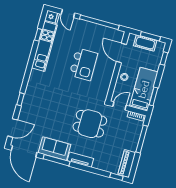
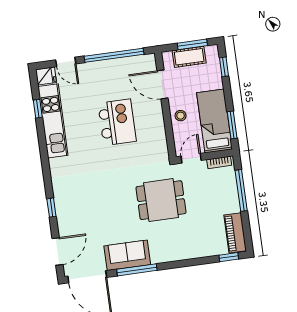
tv unit: (80, 160) -> (169, 255), removed

